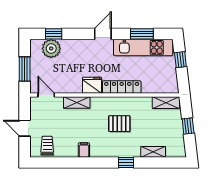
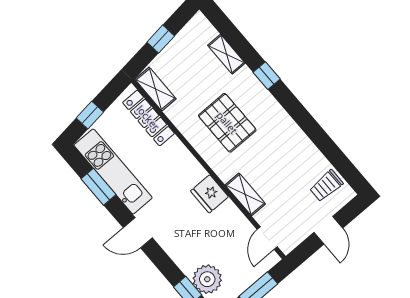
locker: (122, 87) -> (148, 118), moved
pallet: (119, 124) -> (227, 123), width x1.50, depth x1.42
filing cabinet: (84, 150) -> (294, 138), removed

